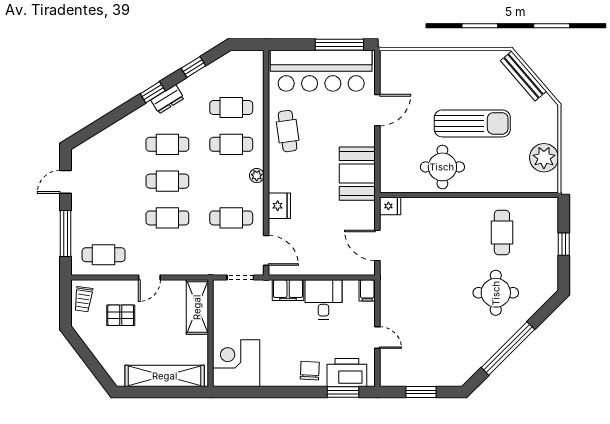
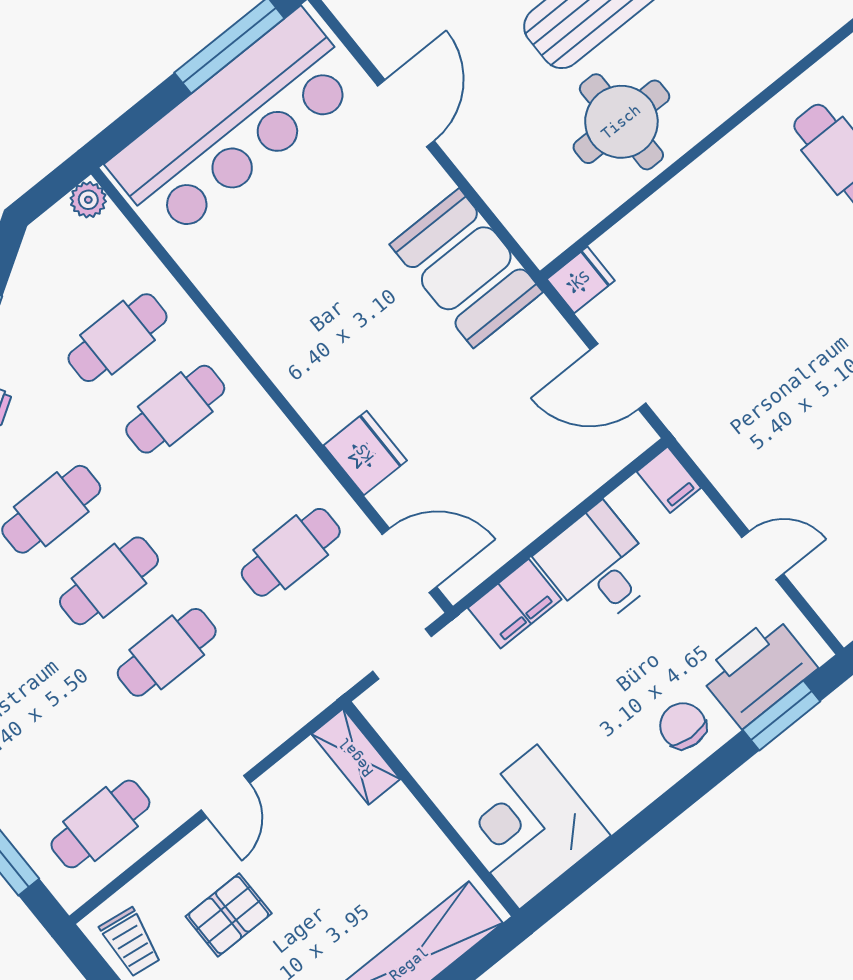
cafe table: (288, 131) -> (264, 295), removed
plant: (257, 176) -> (88, 200), moved
shelving: (197, 307) -> (356, 757), width x0.67, depth x0.75

